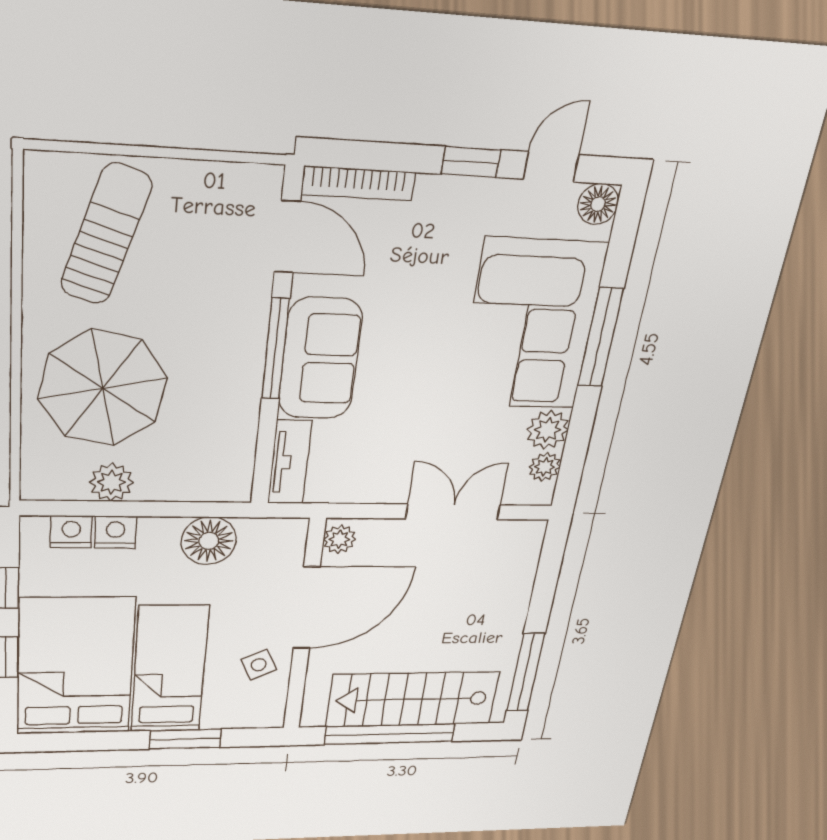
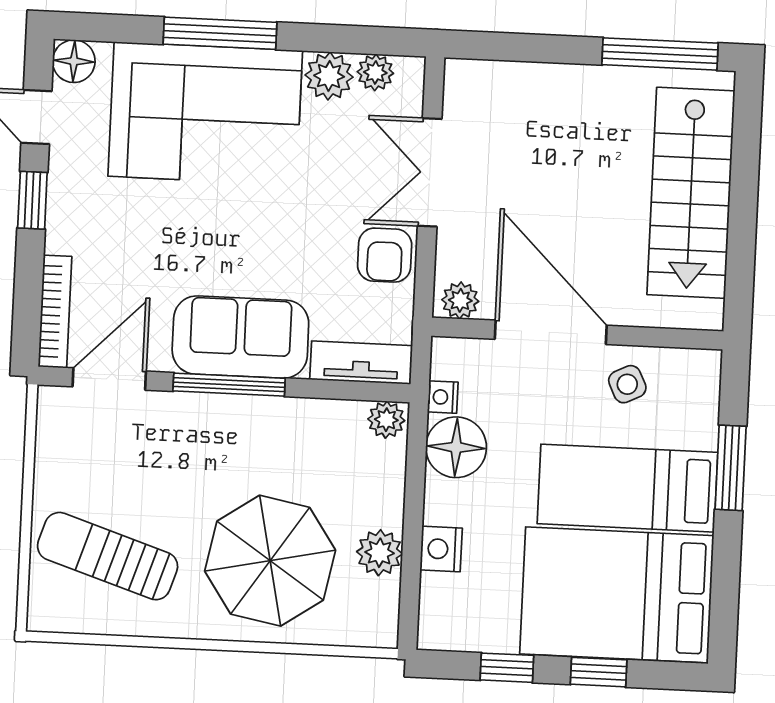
armchair: (385, 479) -> (385, 255), added
plant: (236, 484) -> (386, 420), added
nightstand: (71, 532) -> (443, 397), moved, width x0.72, depth x0.74
window: (390, 734) -> (743, 216), removed

